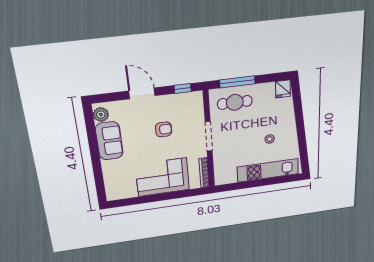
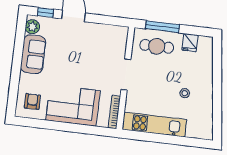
window: (183, 88) -> (46, 13), moved
fridge: (283, 89) -> (190, 43), moved
armchair: (164, 129) -> (32, 102), moved, turned -90
kitchen unit: (268, 170) -> (154, 125), moved

